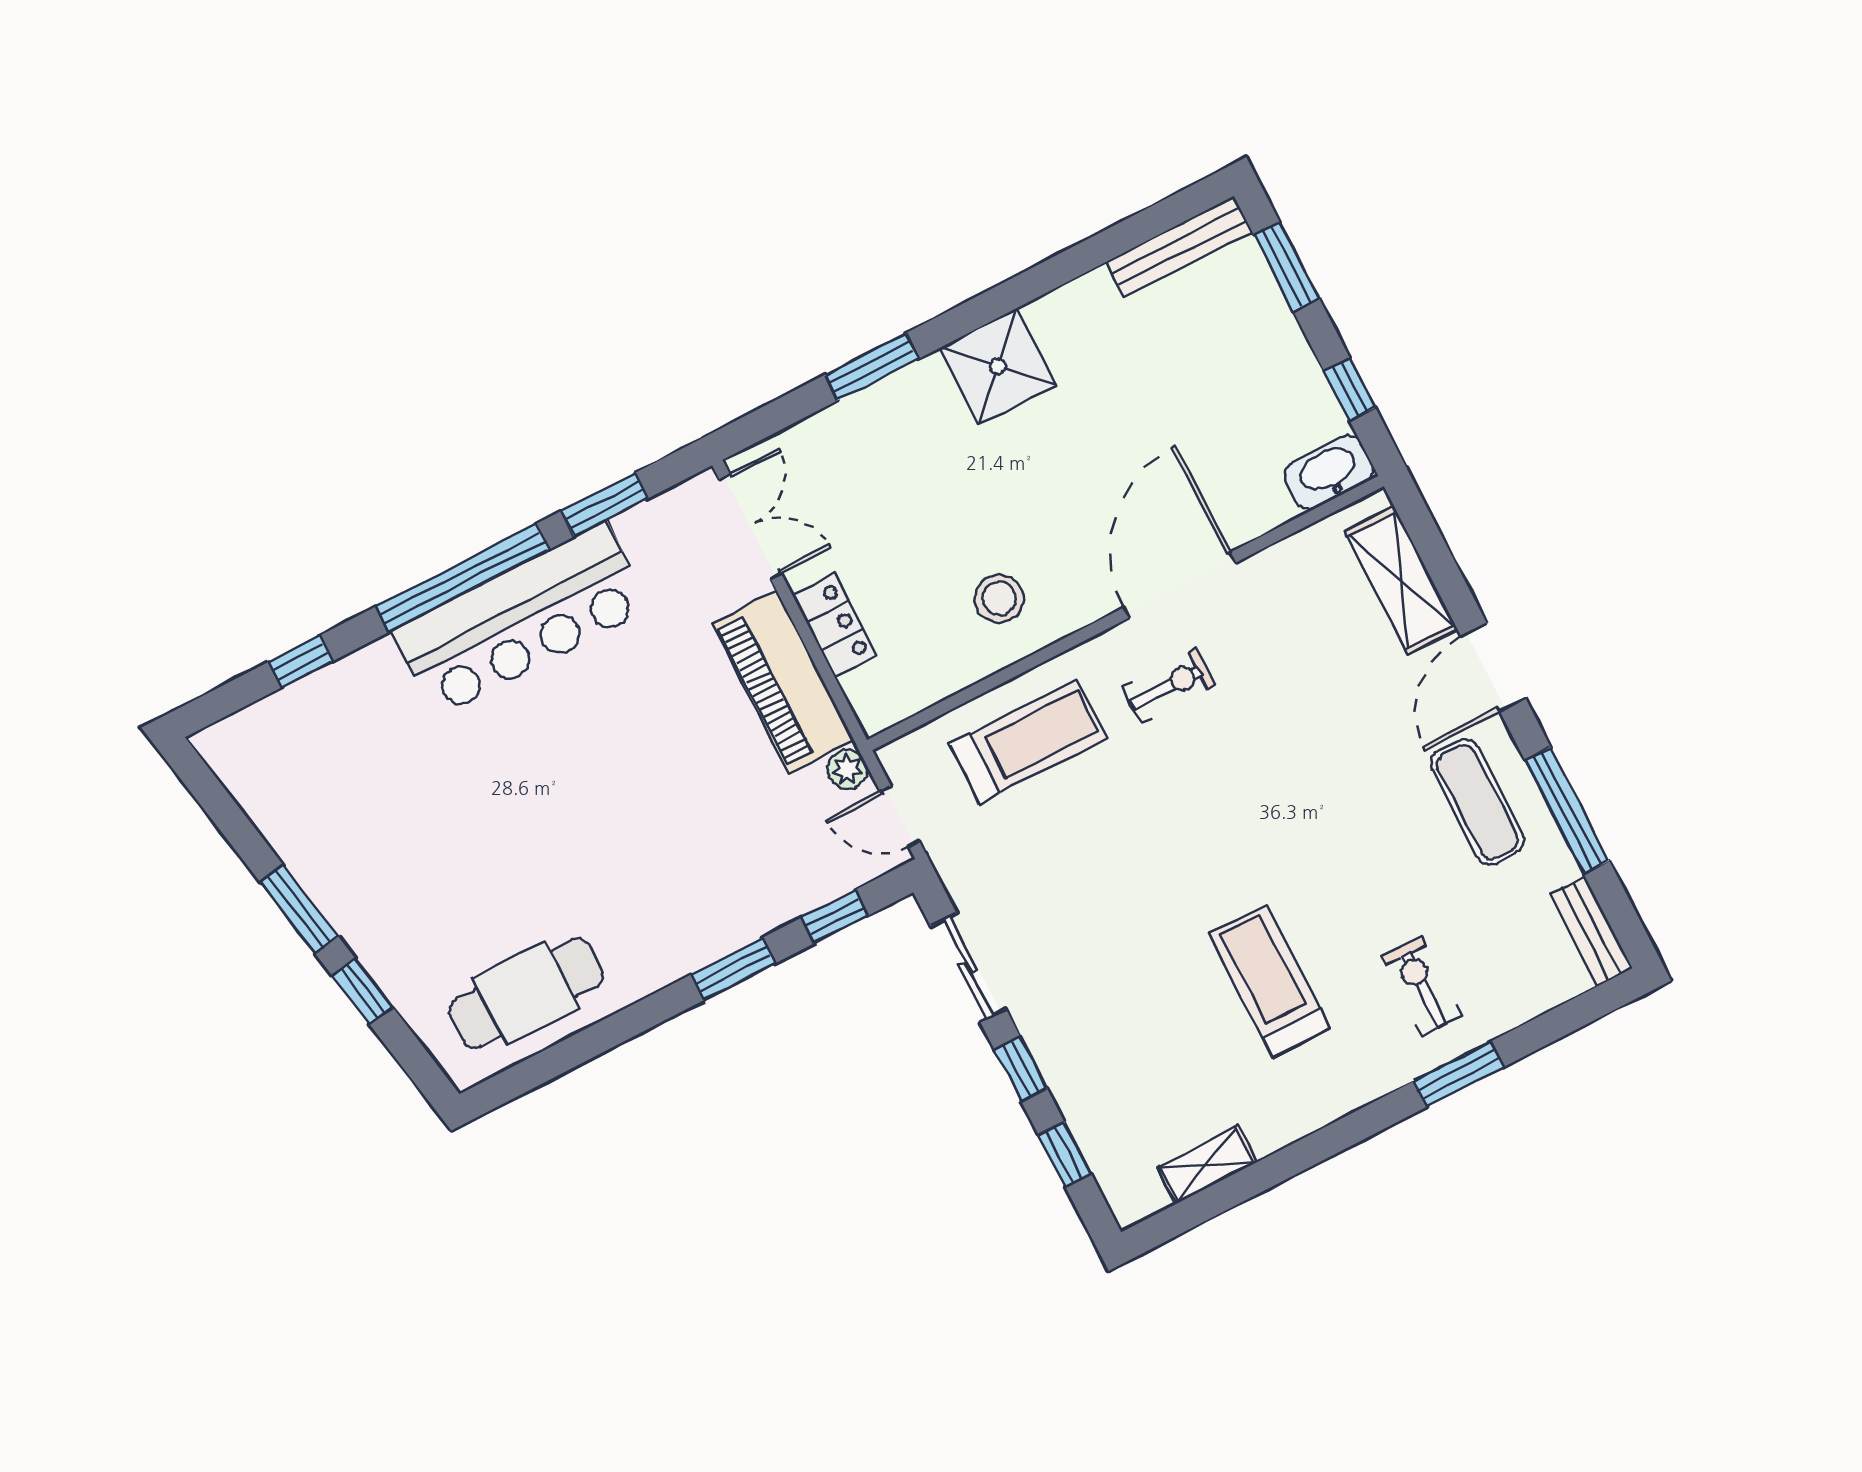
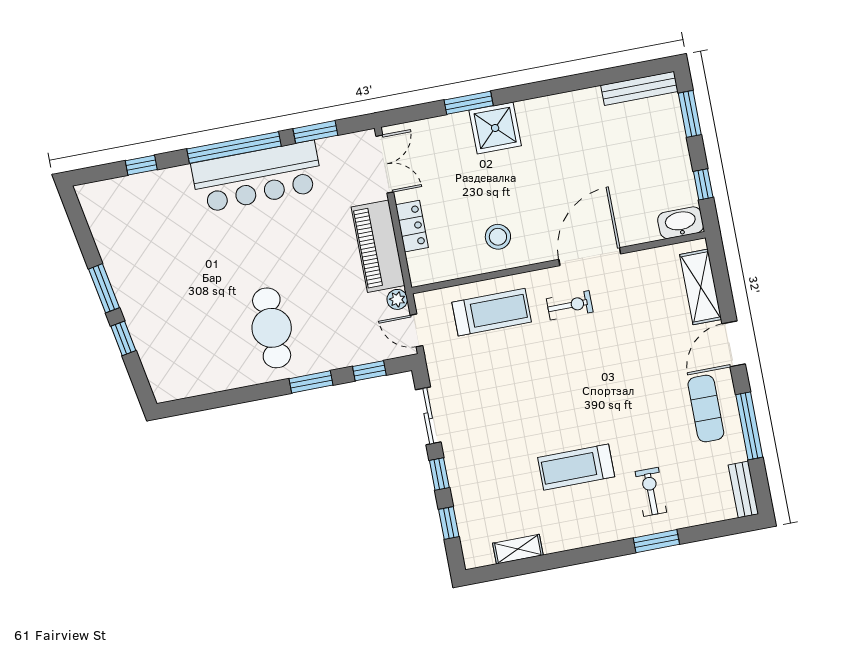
shower: (998, 366) -> (495, 128), moved
treadmill: (1270, 981) -> (576, 467), turned -90
cafe table: (526, 993) -> (272, 328), moved, turned 90

